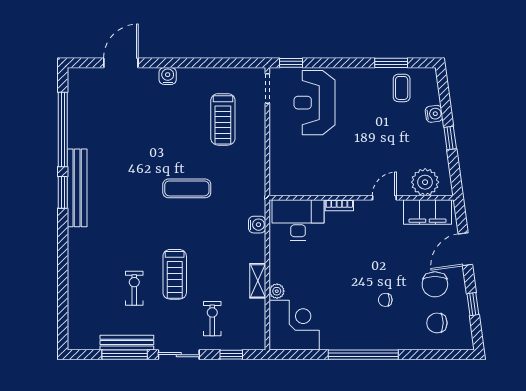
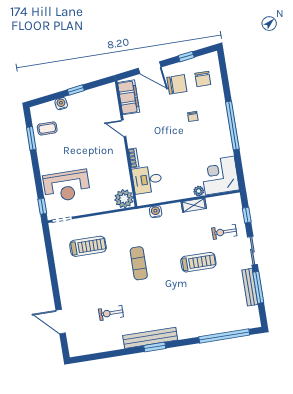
water cooler: (168, 76) -> (64, 288), removed
window: (63, 129) -> (224, 336), moved
plant: (425, 182) -> (124, 199), moved
desk: (298, 220) -> (147, 180), width x0.73
exercise bike: (134, 288) -> (111, 313), moved

